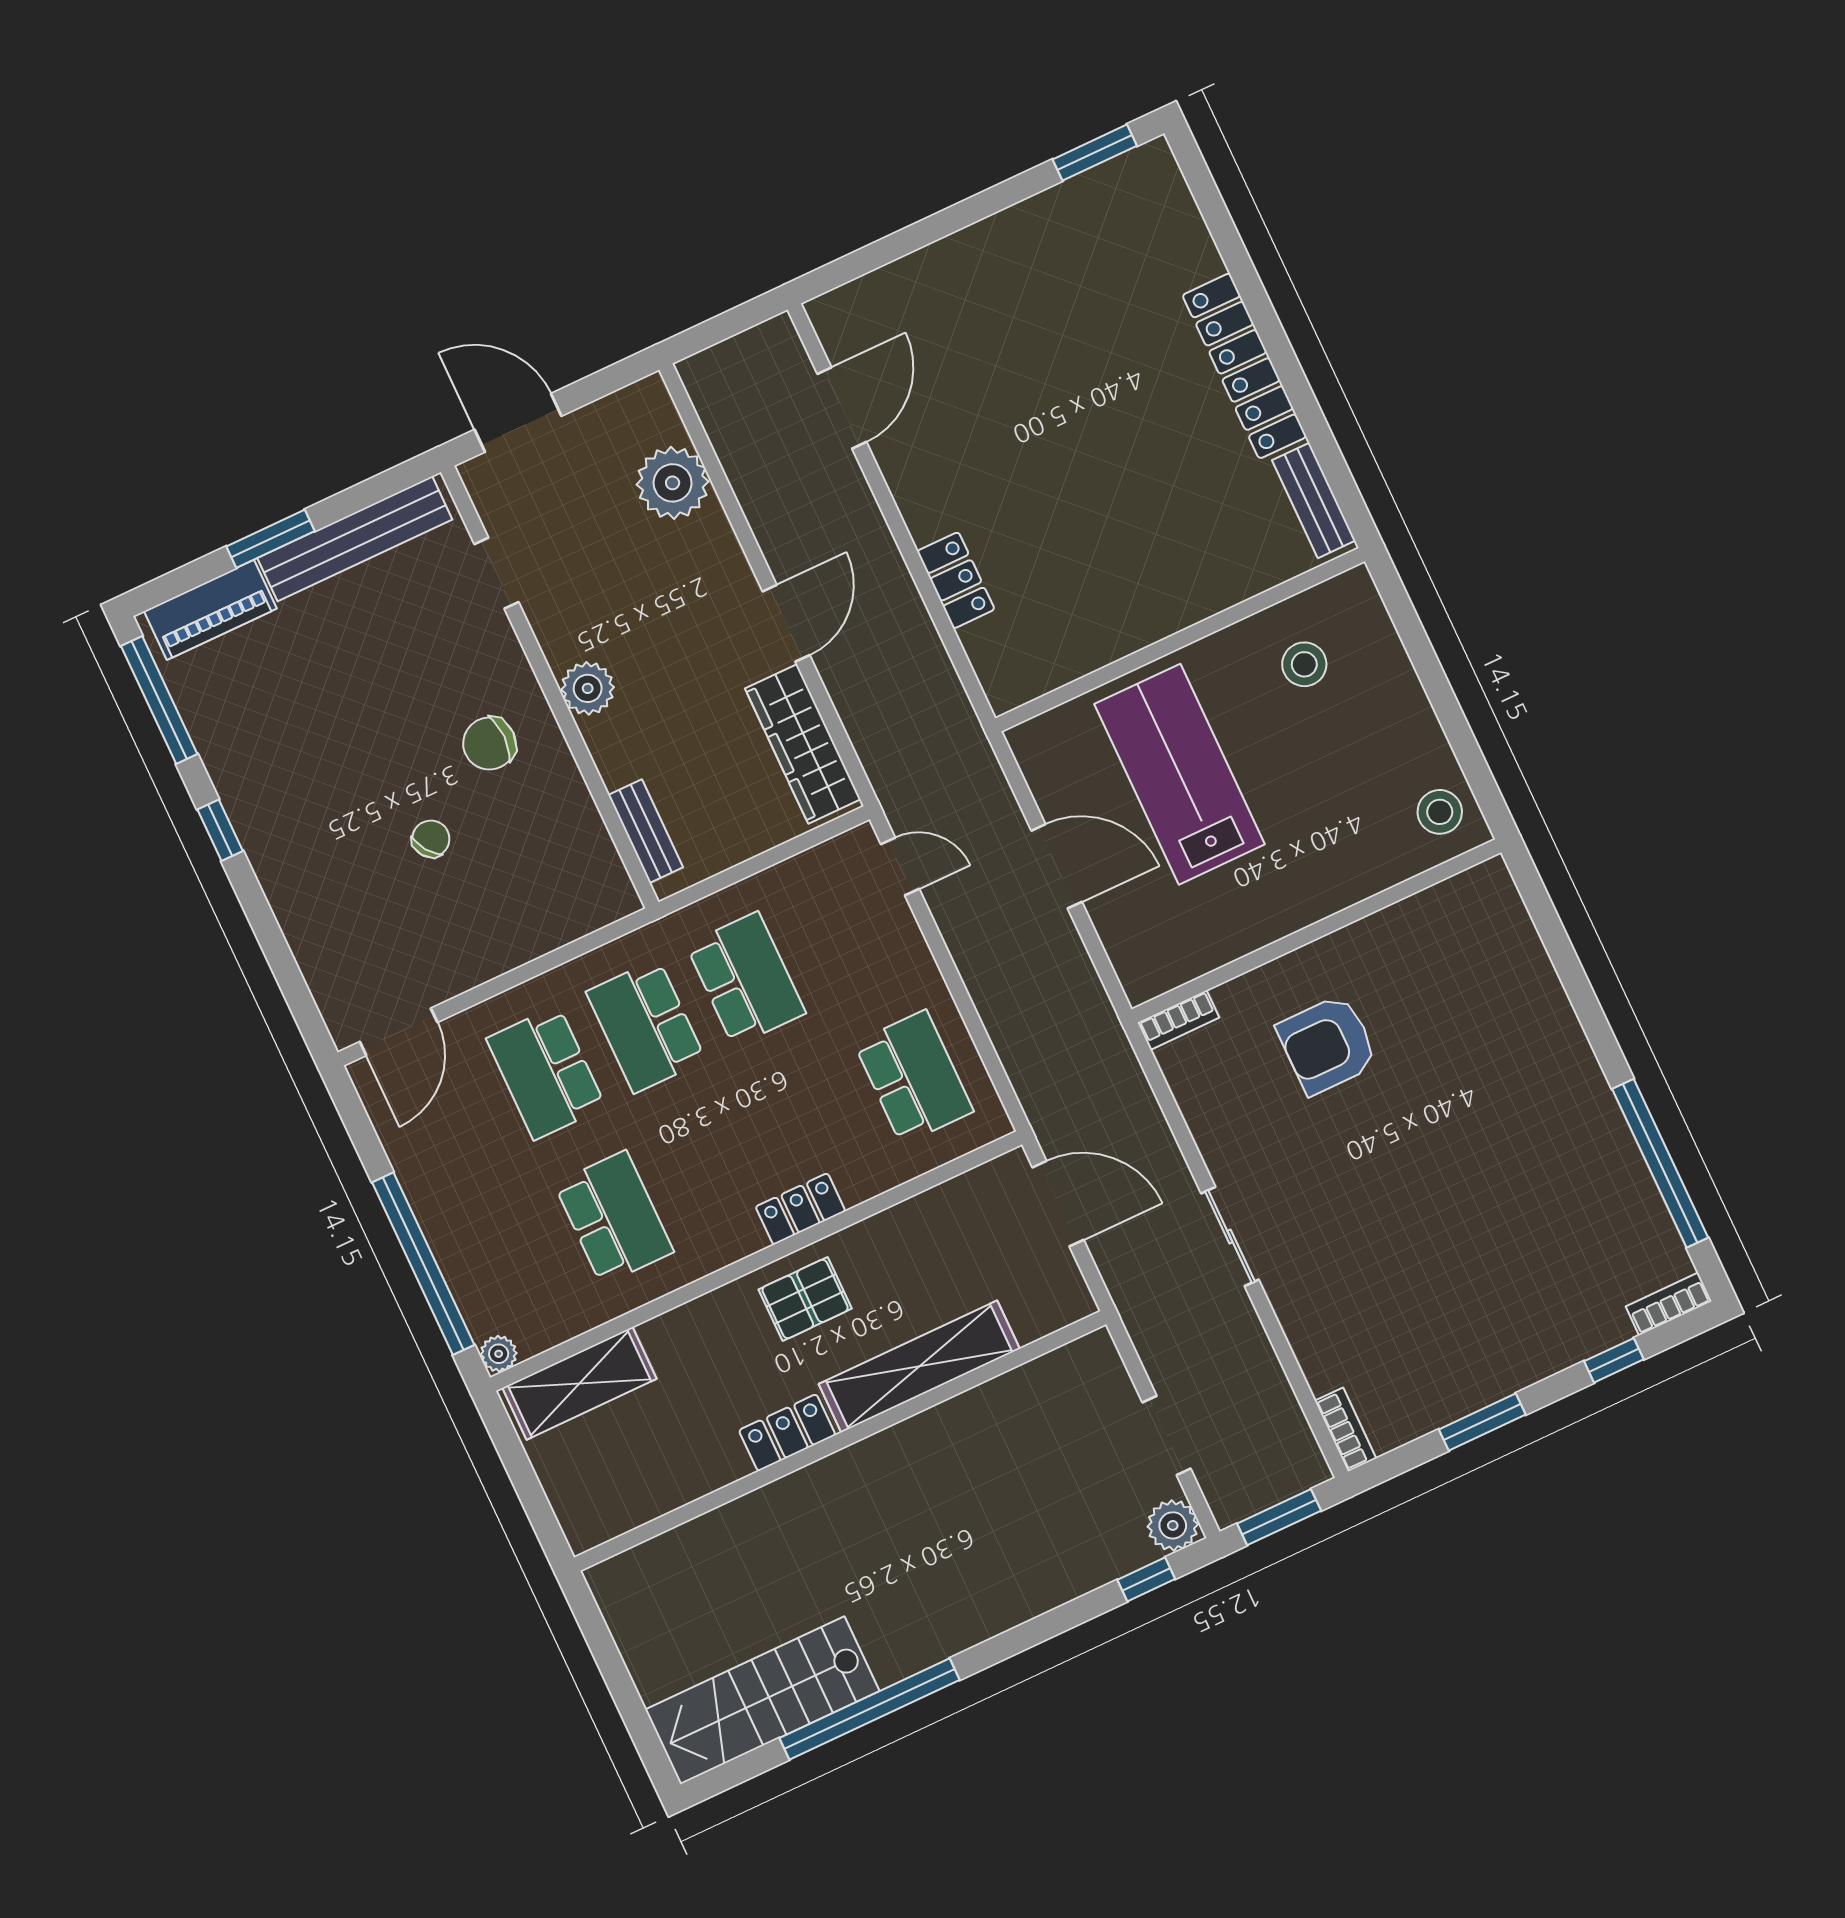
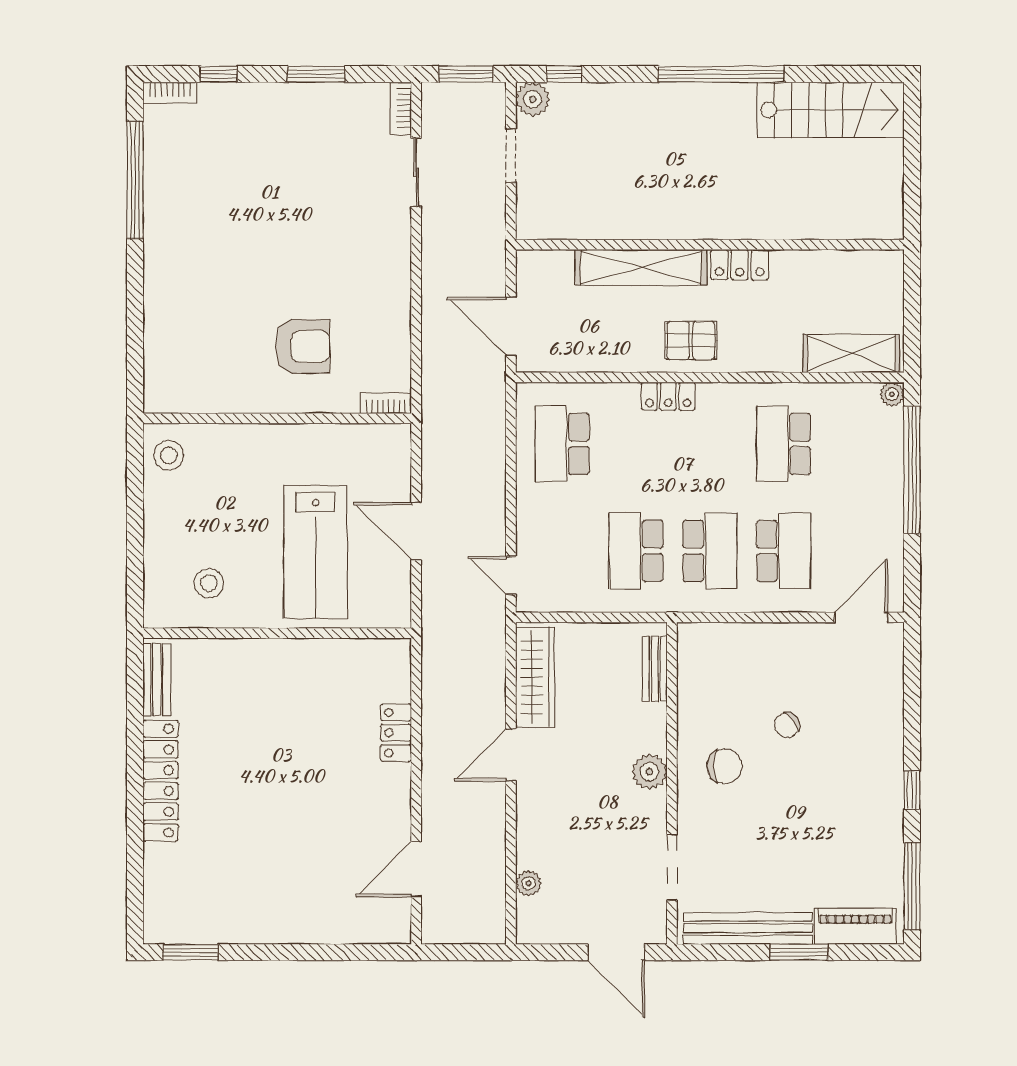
plant: (673, 483) -> (528, 883), width x0.53, depth x0.53
doorway: (496, 573) -> (672, 867), width x1.38
sliding door: (1230, 1237) -> (416, 172), moved
window: (869, 1709) -> (721, 74), moved

